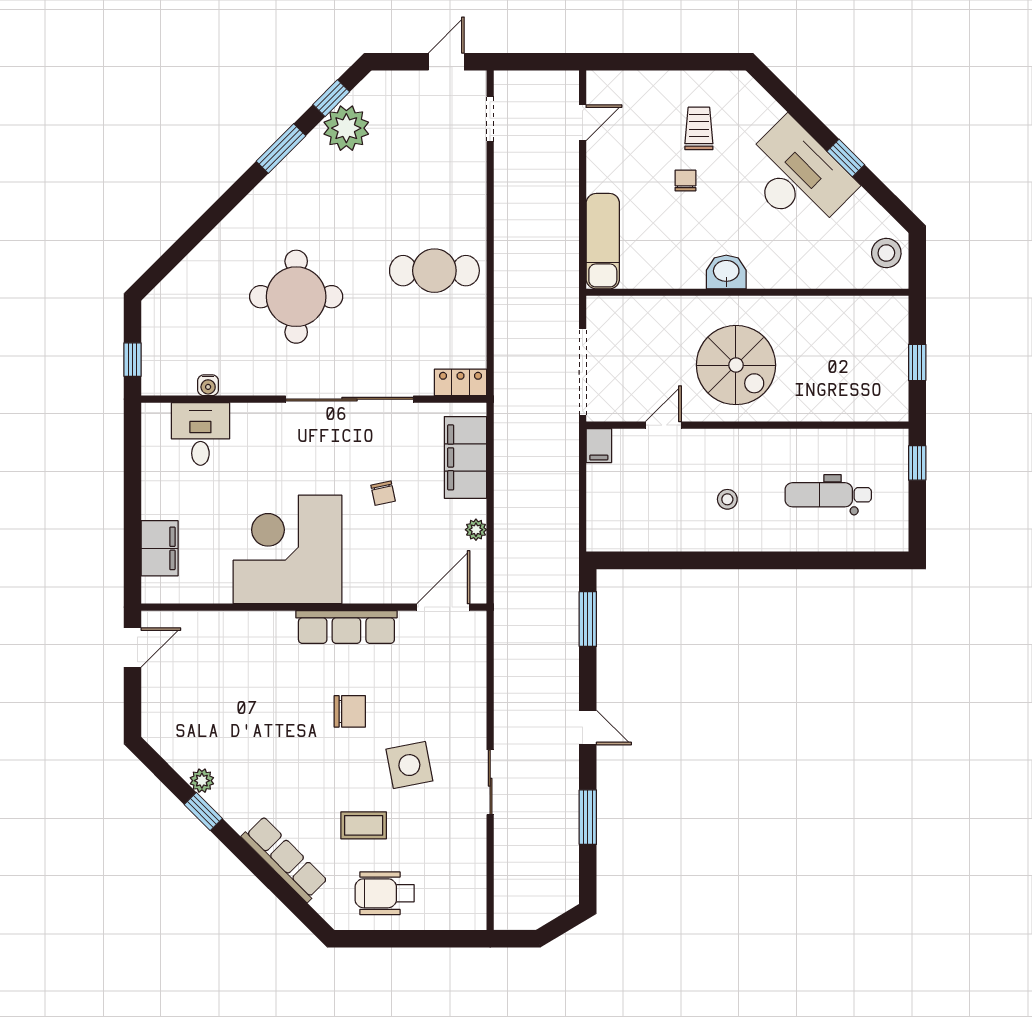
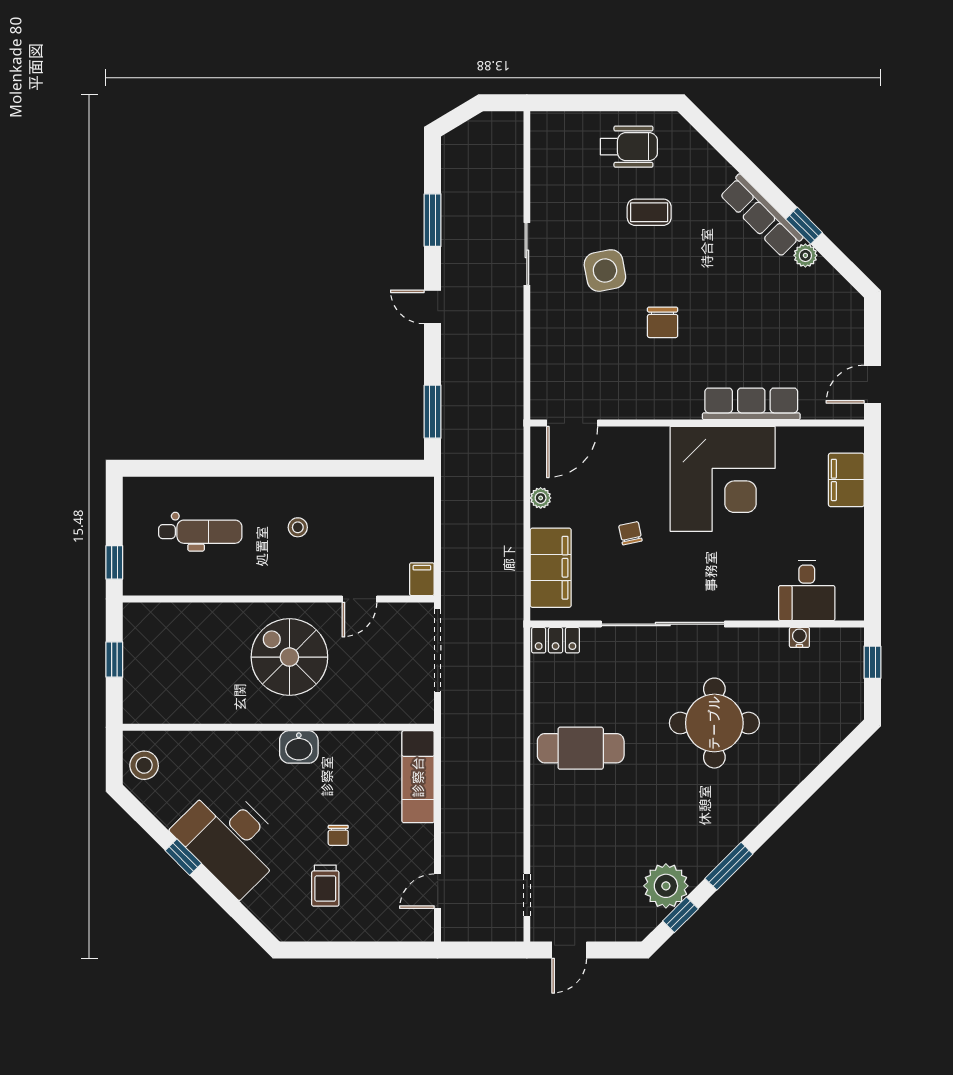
row of seats: (346, 627) -> (751, 404), moved
chair: (350, 711) -> (663, 322), turned -90
row of seats: (285, 859) -> (761, 216), moved

